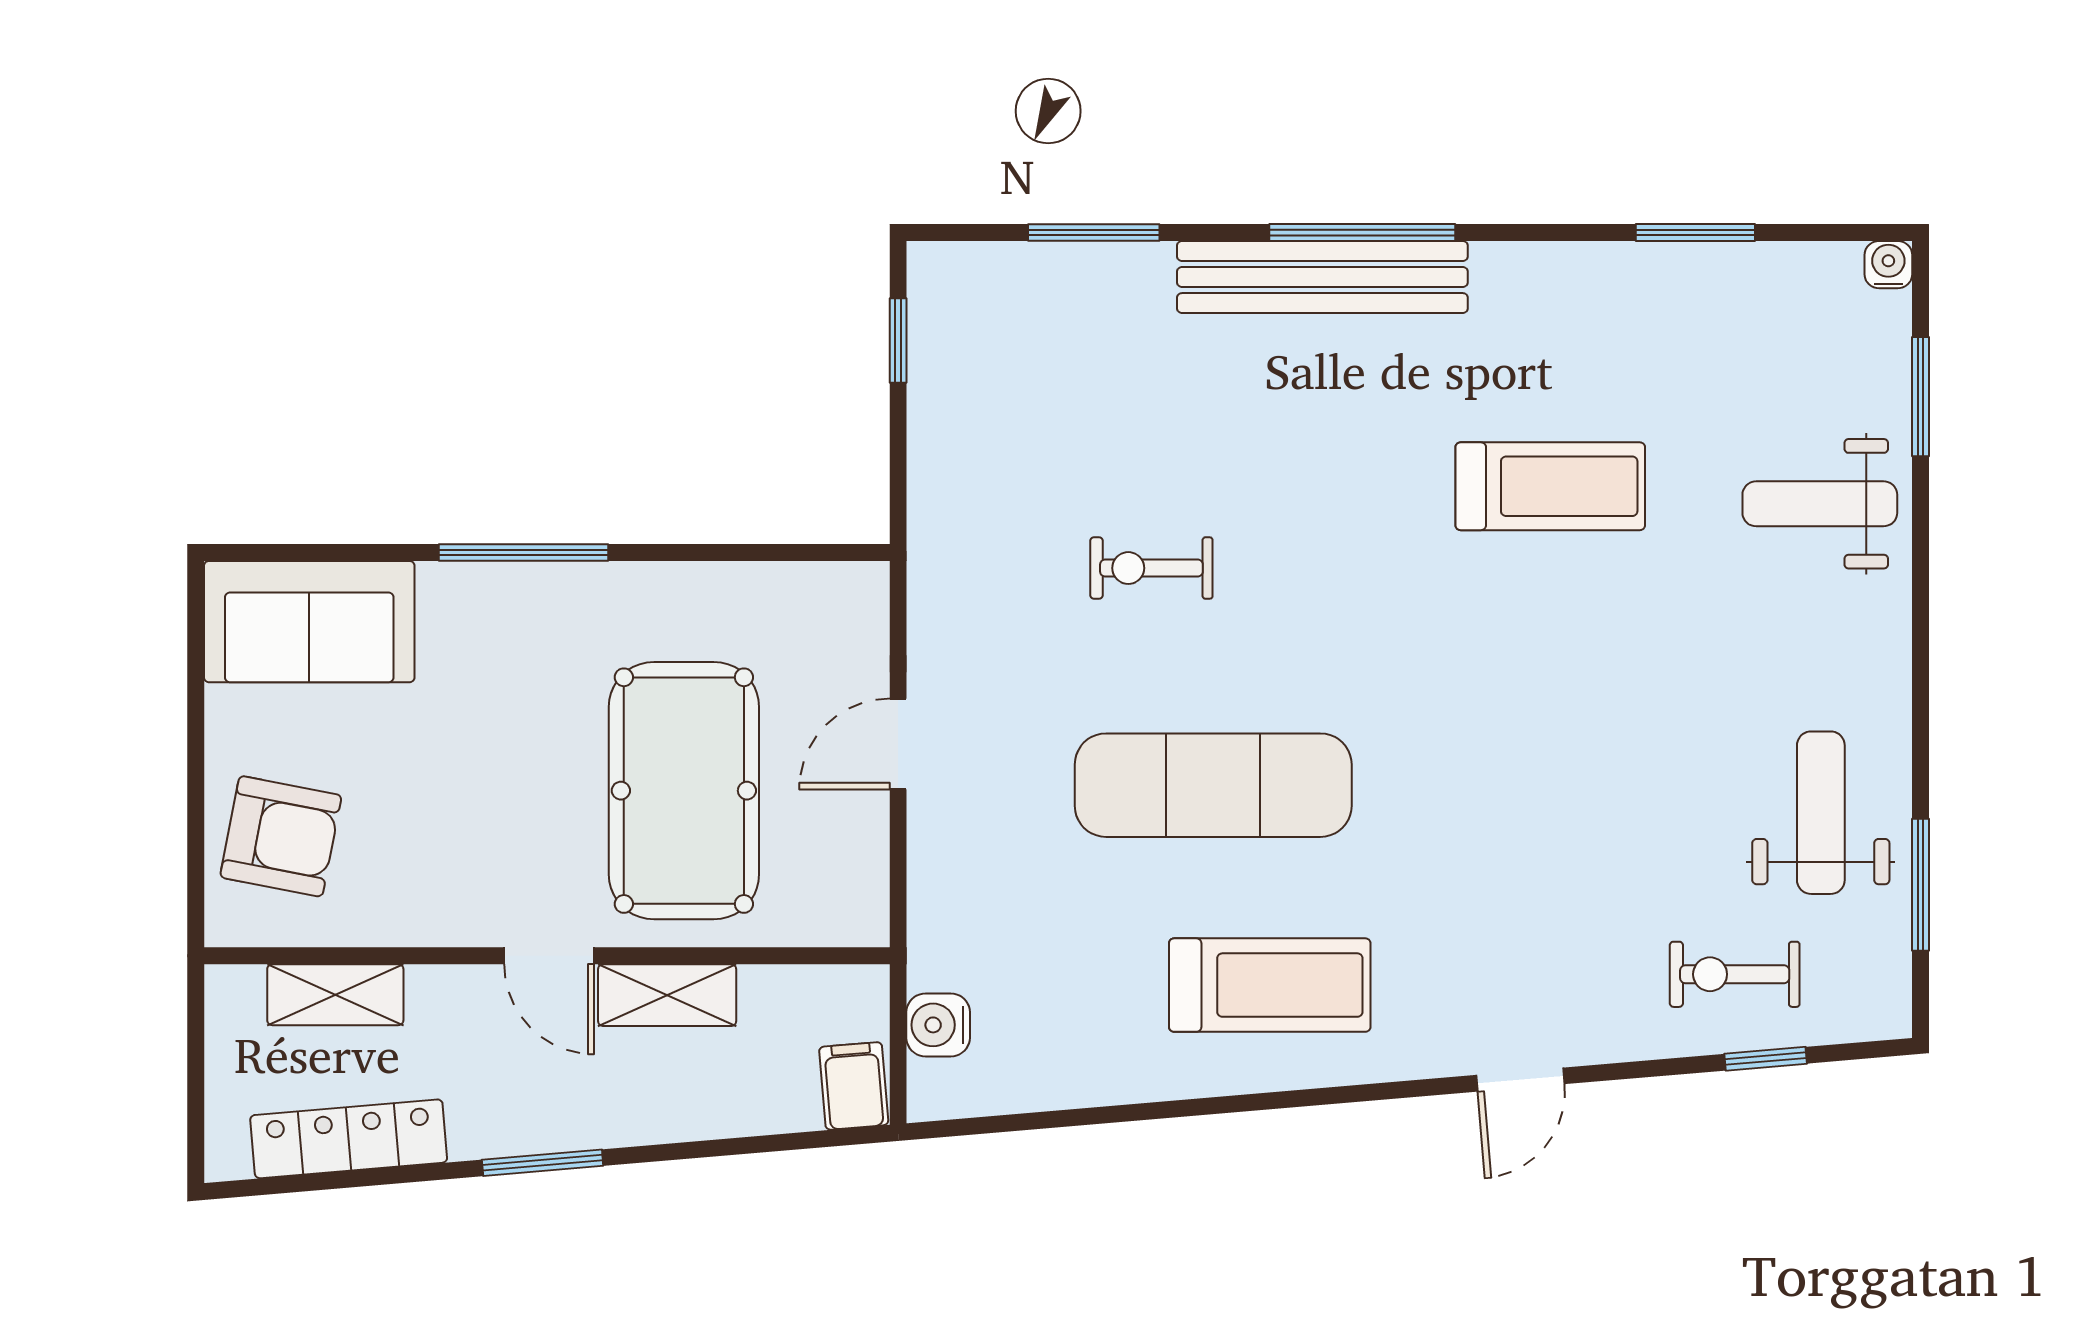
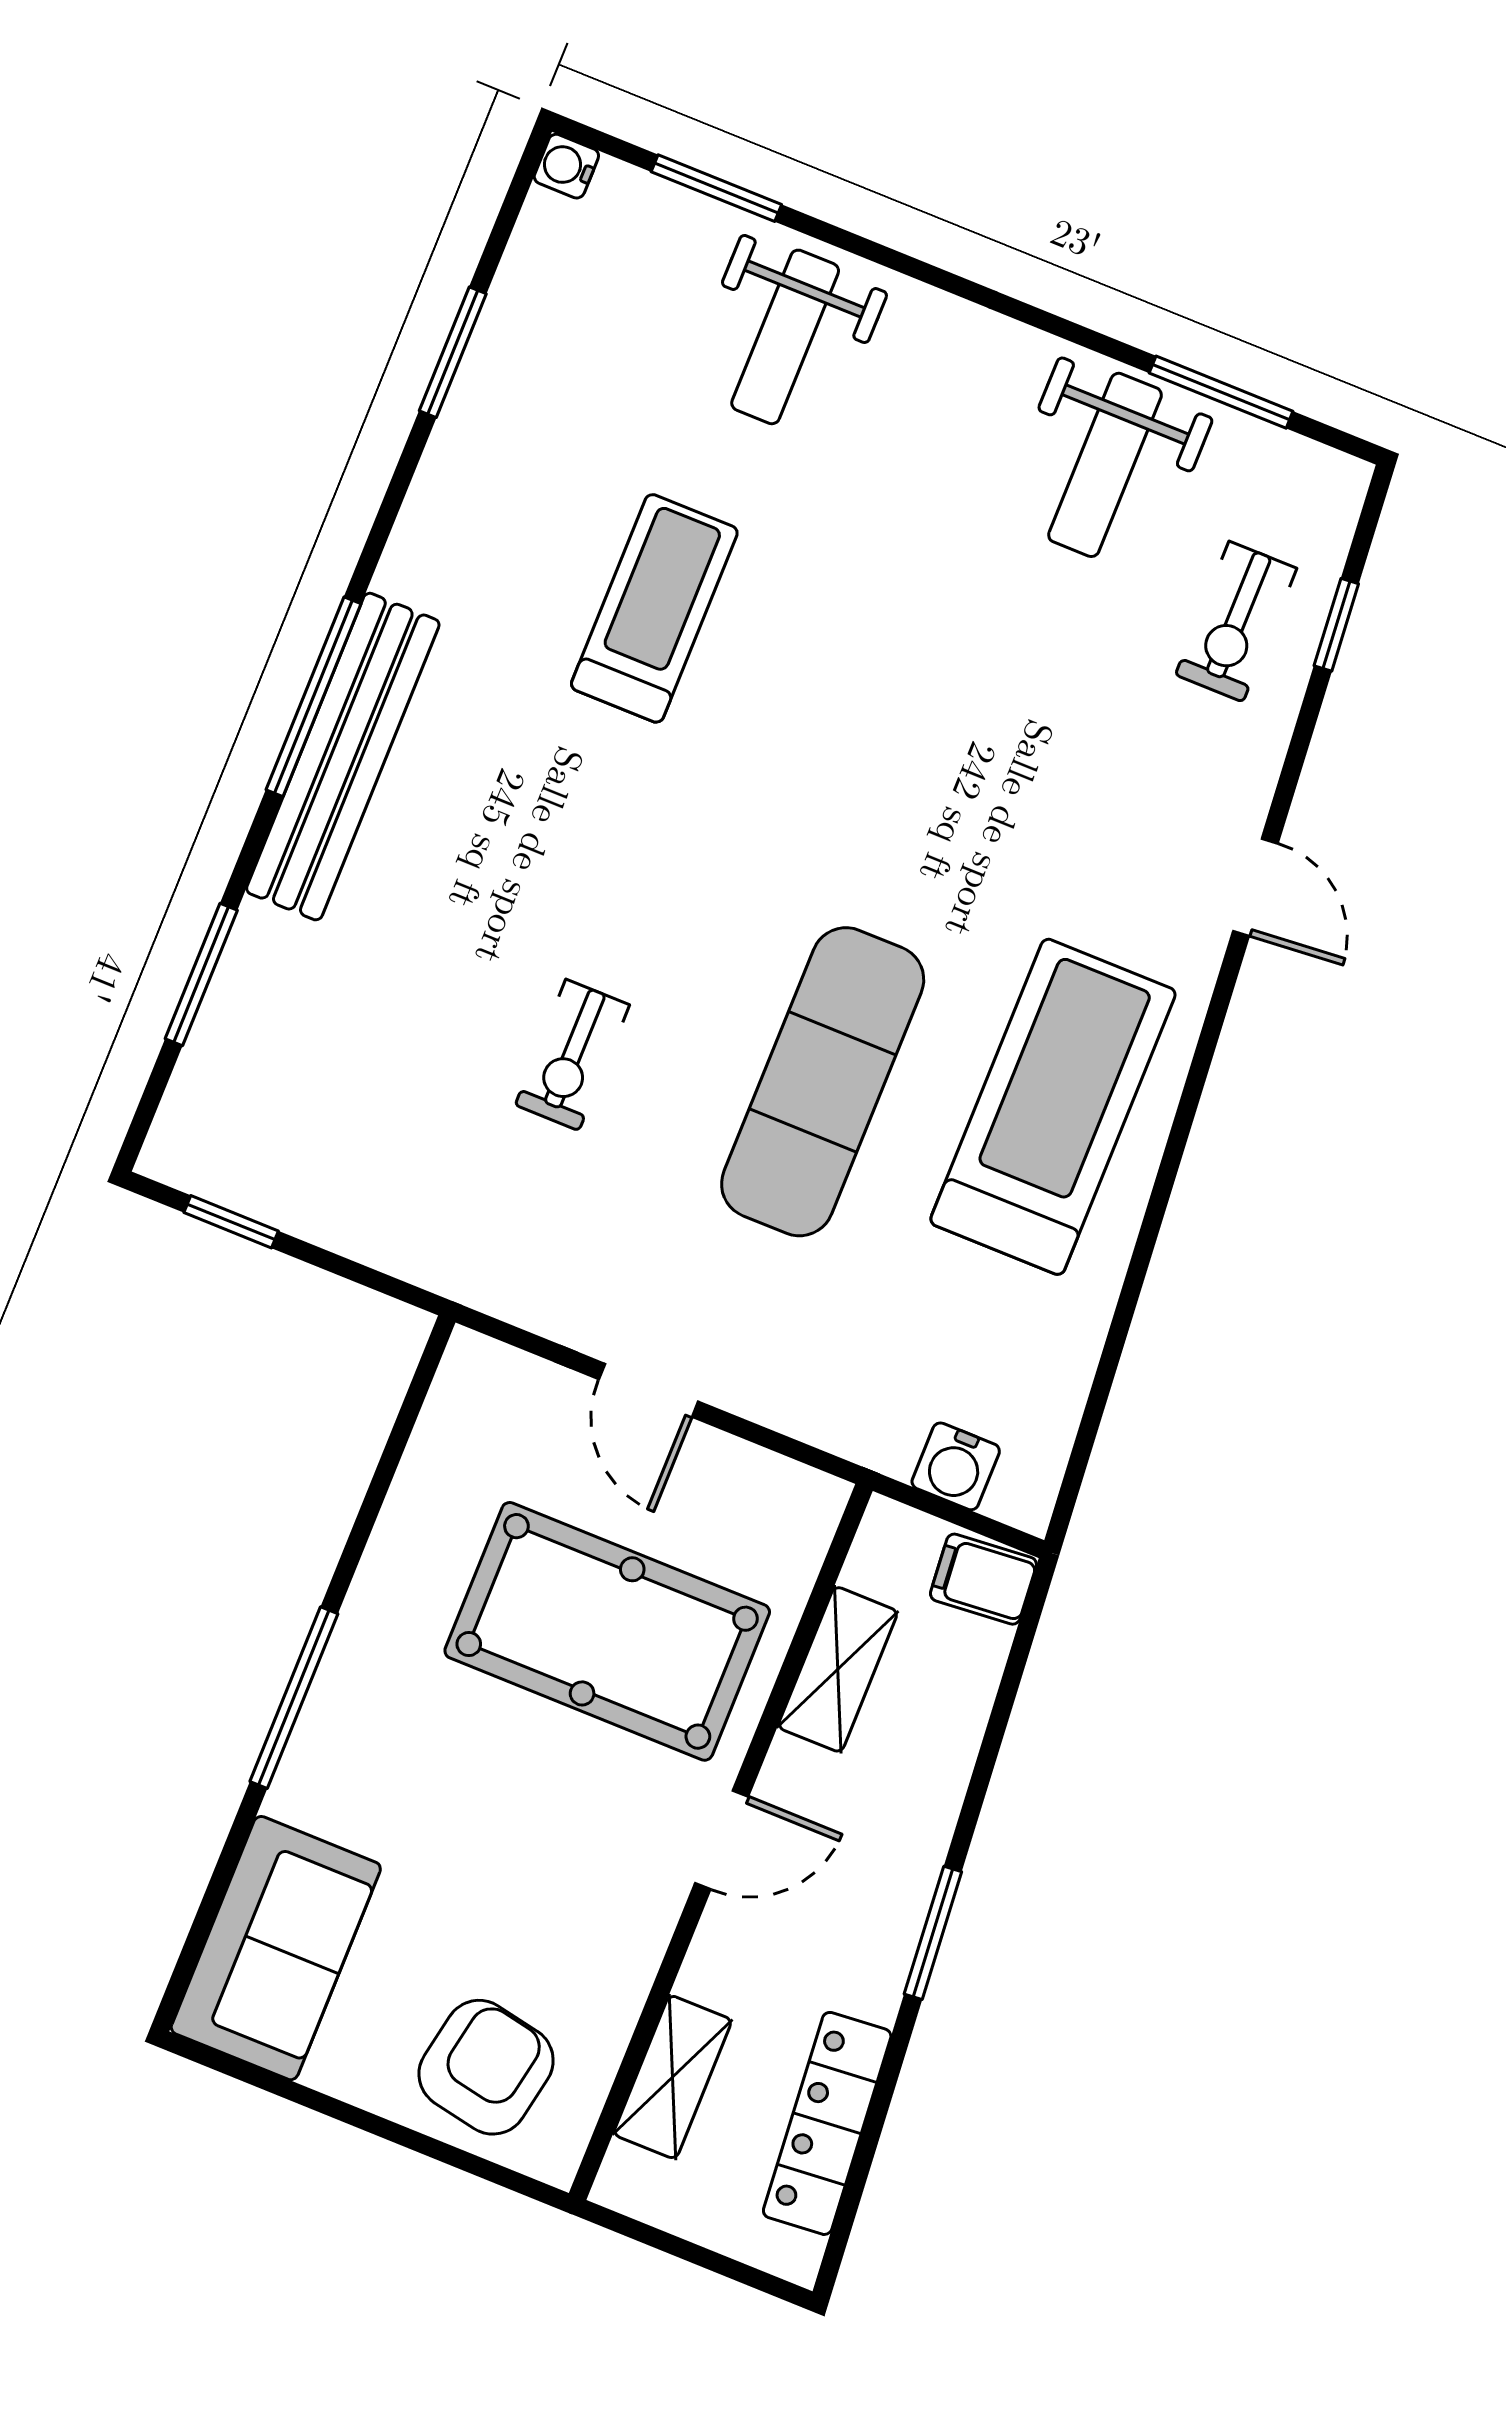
weight bench: (1821, 813) -> (1105, 465), turned -90
treadmill: (1270, 985) -> (1053, 1107), width x1.37, depth x1.38
shelving: (667, 995) -> (838, 1669), moved

